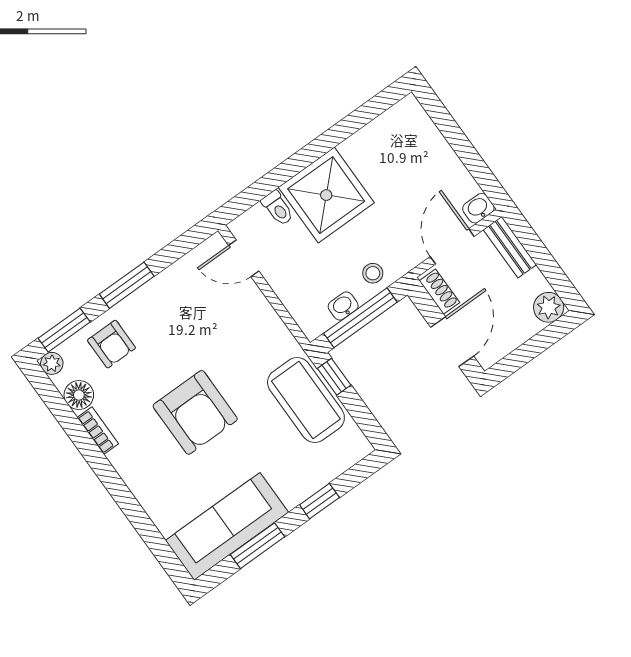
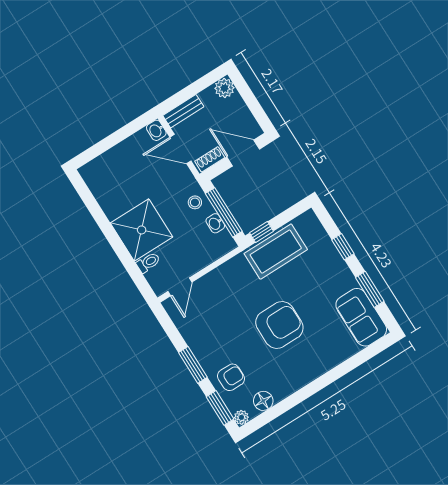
bookcase: (98, 431) -> (287, 390), removed
sofa: (227, 526) -> (361, 317), width x0.73

